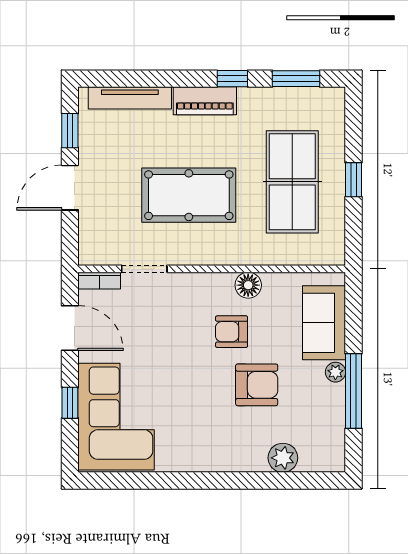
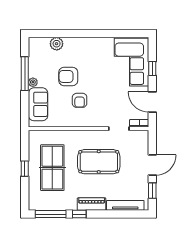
window: (296, 79) -> (51, 214), width x1.44
floor lamp: (248, 285) -> (72, 121), removed
armchair: (232, 332) -> (80, 100), turned 90

